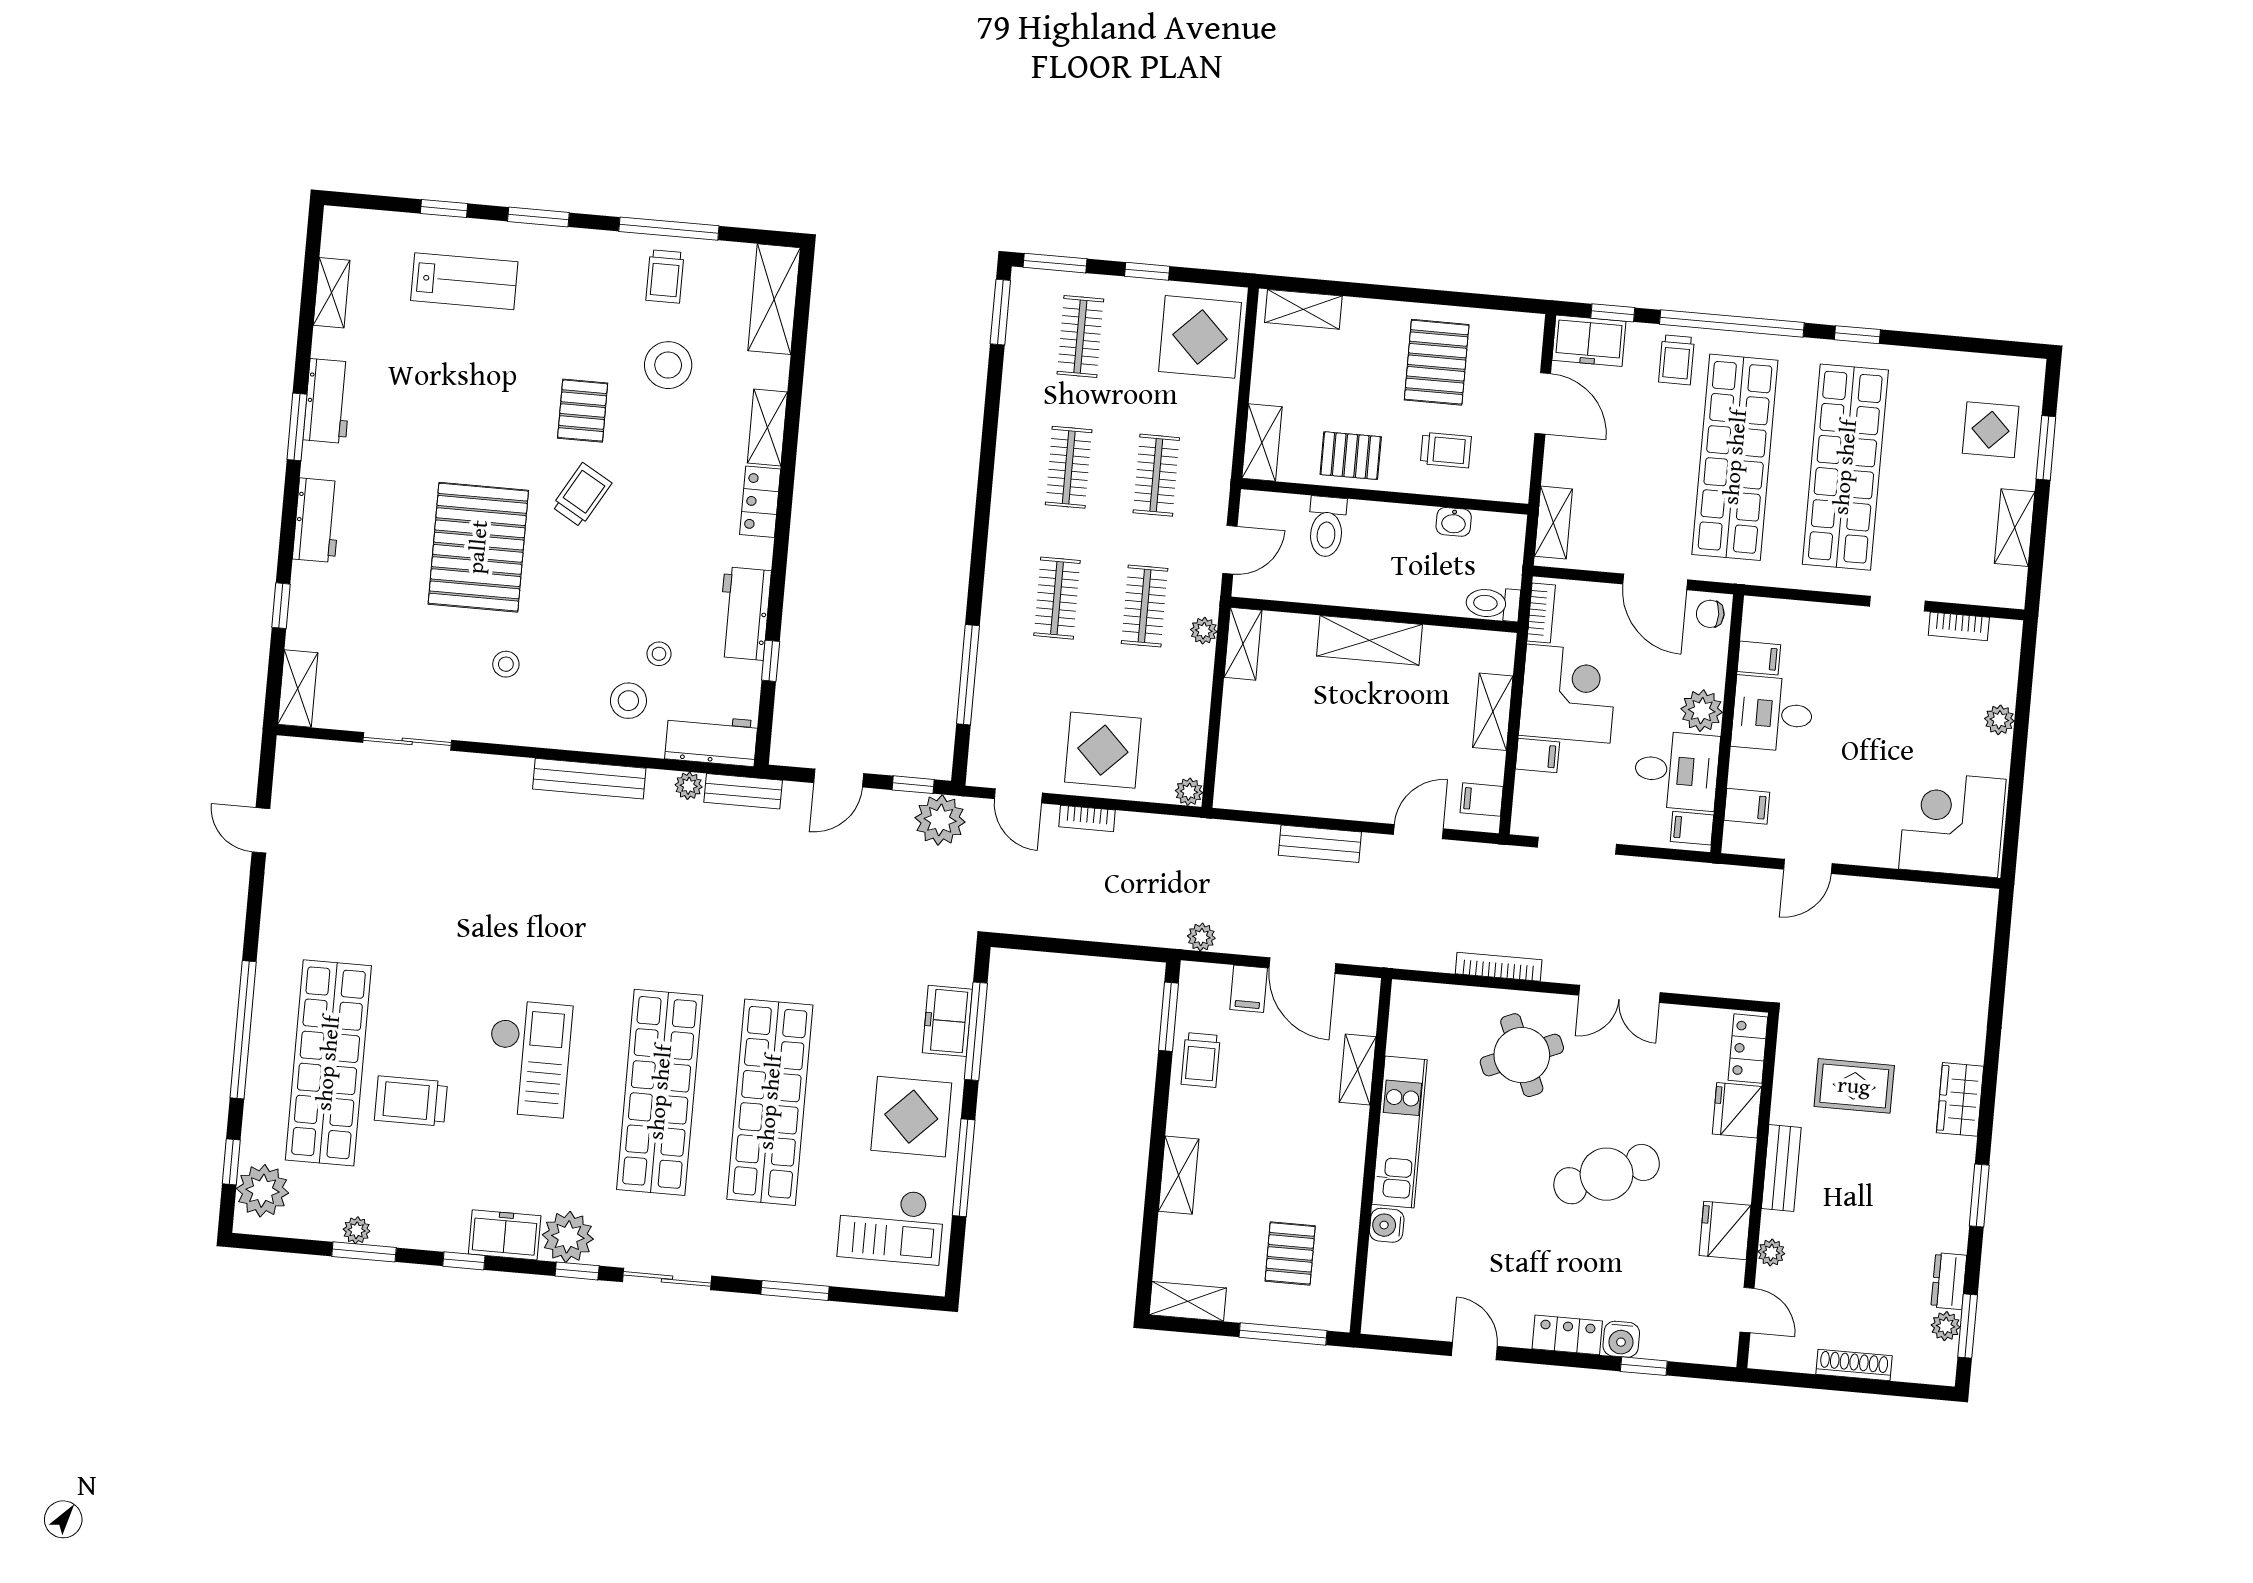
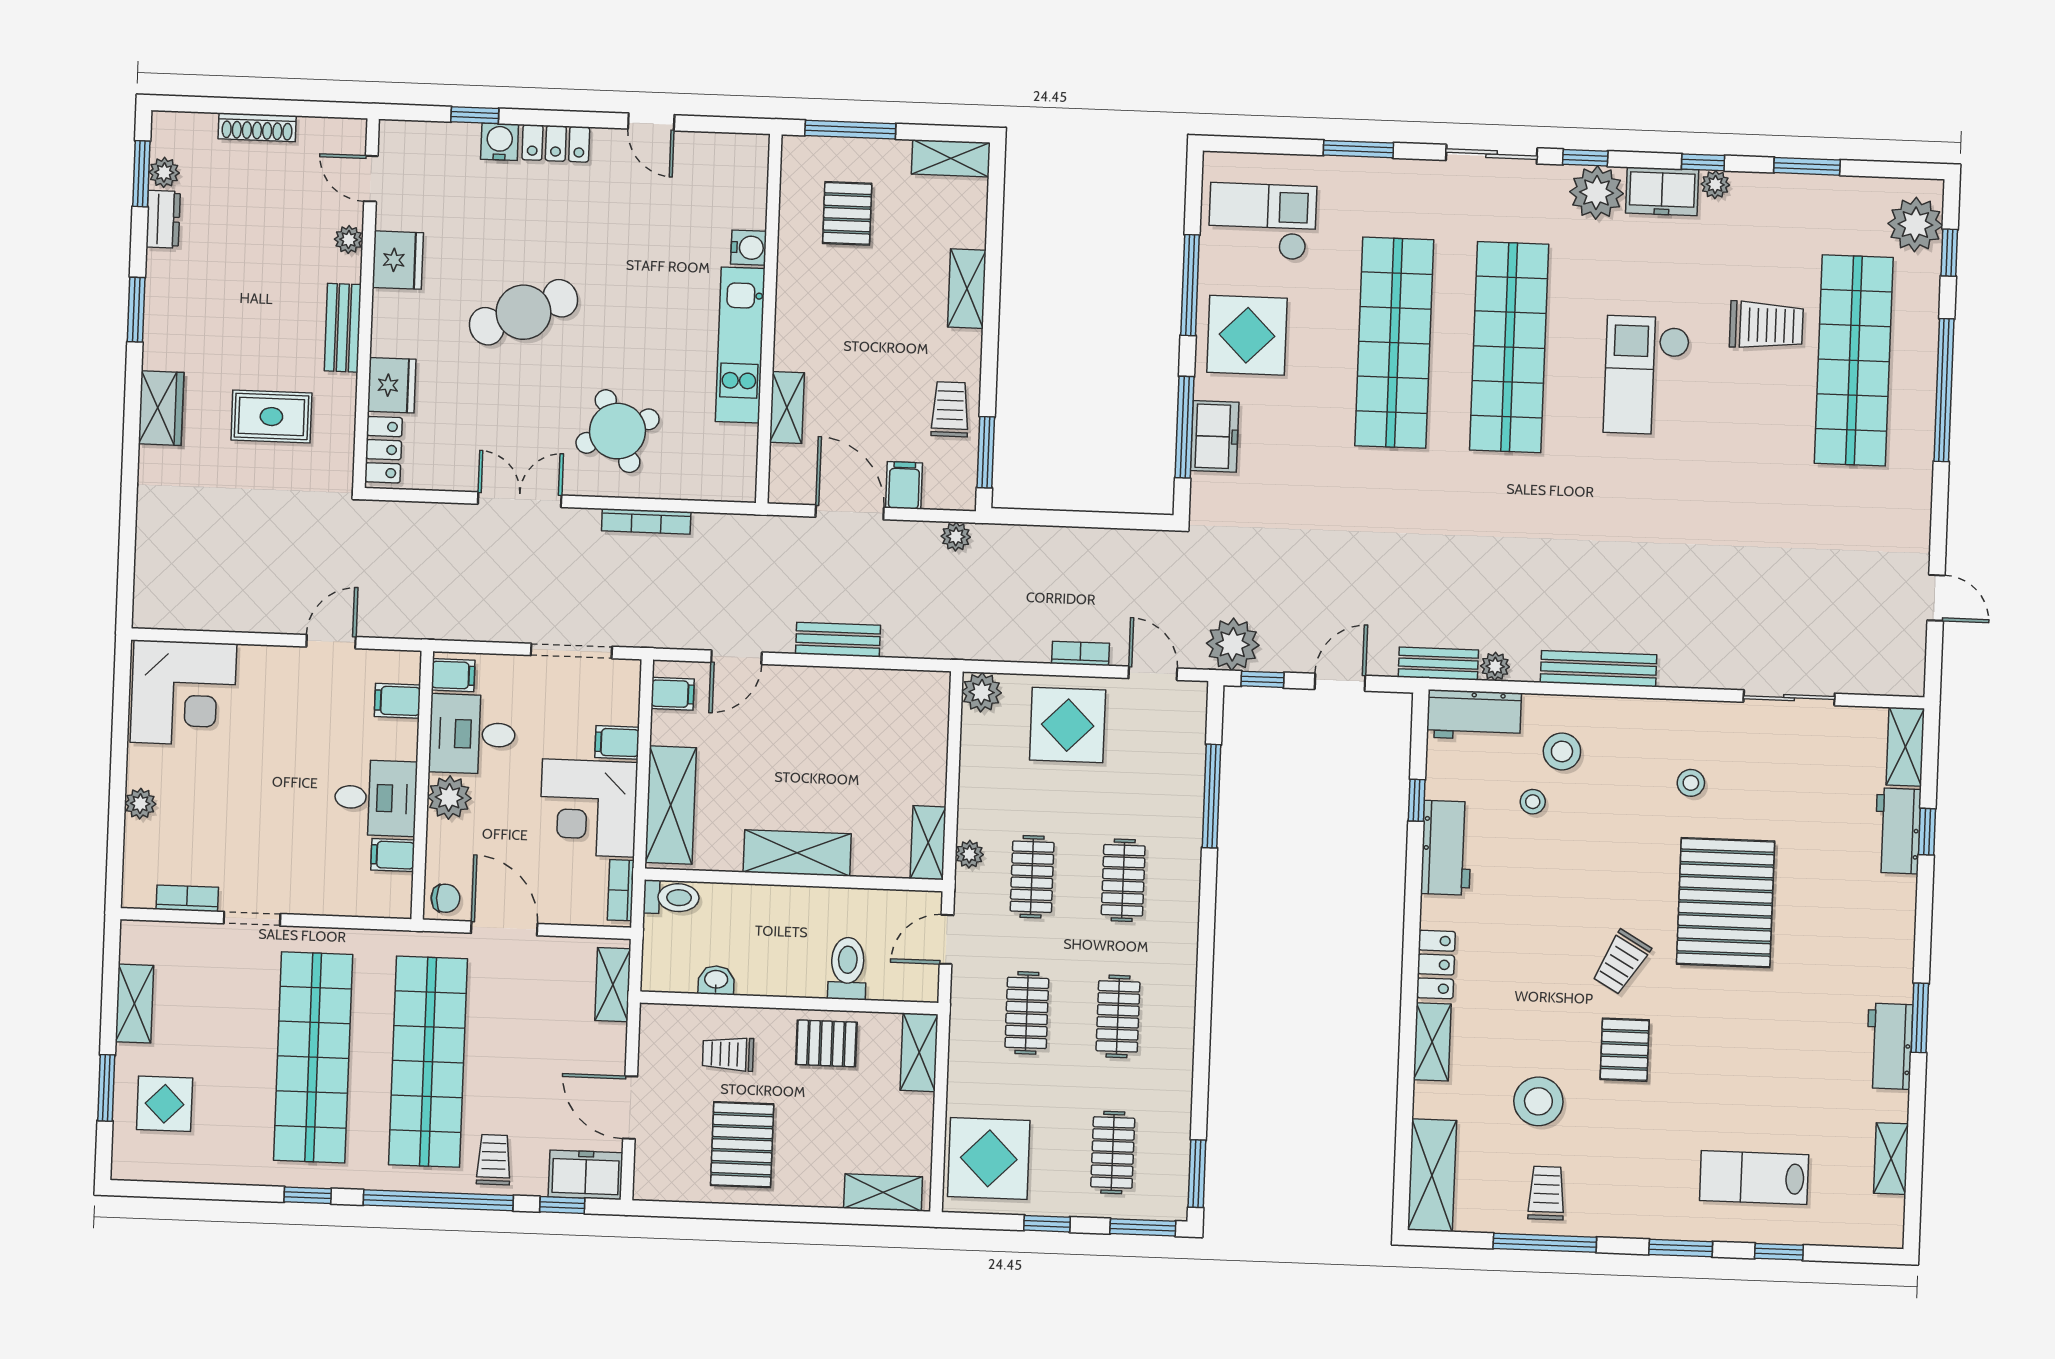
workbench: (317, 520) -> (1898, 831), moved
shelving: (1493, 712) -> (671, 805), width x1.50, depth x1.33
plant: (1189, 792) -> (982, 692), width x1.38, depth x1.38
plant: (357, 1230) -> (1715, 185), moved

